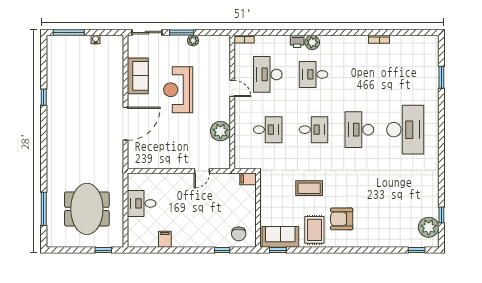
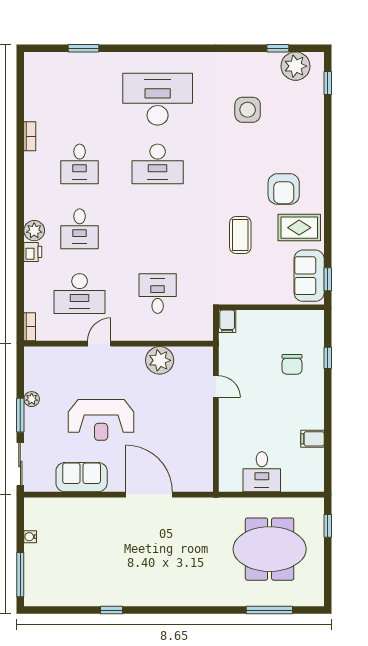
desk: (314, 130) -> (80, 164), moved, turned 180
side table: (398, 193) -> (248, 110), added
chair: (239, 234) -> (292, 364), moved, turned 90

